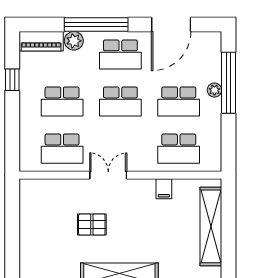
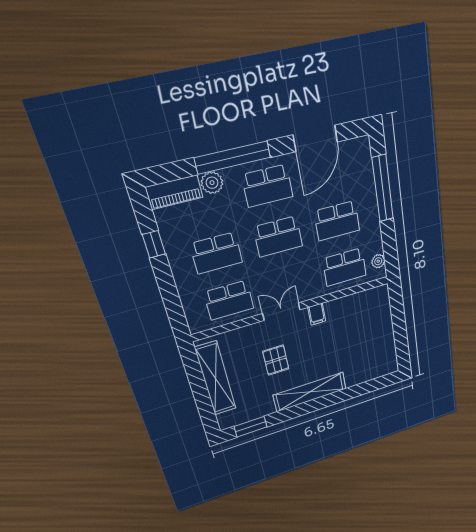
plant: (214, 90) -> (378, 261), moved
filing cabinet: (164, 189) -> (317, 314), moved
pallet: (92, 225) -> (276, 360), turned 90
shelving: (211, 226) -> (216, 378), moved

